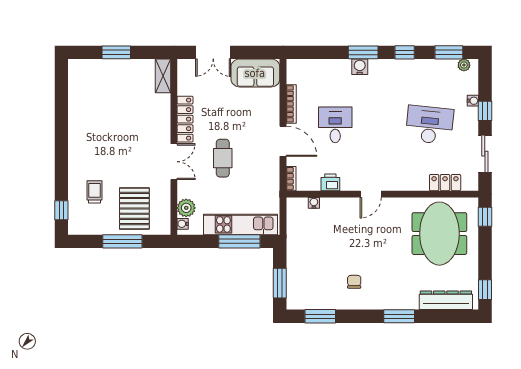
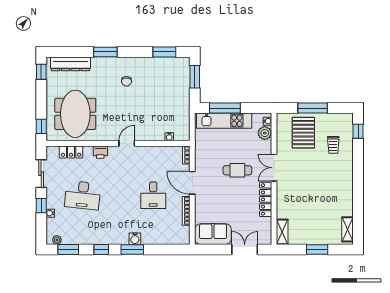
shelving: (76, 79) -> (348, 229), added
cafe table: (223, 158) -> (237, 170), turned 90
printer: (330, 182) -> (100, 152), moved
chair: (354, 282) -> (127, 81), moved

